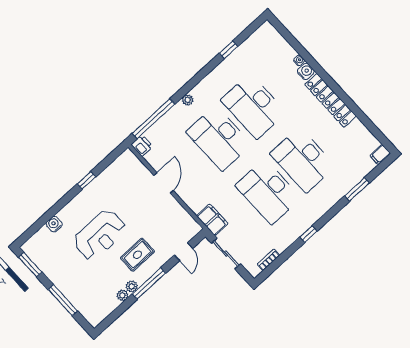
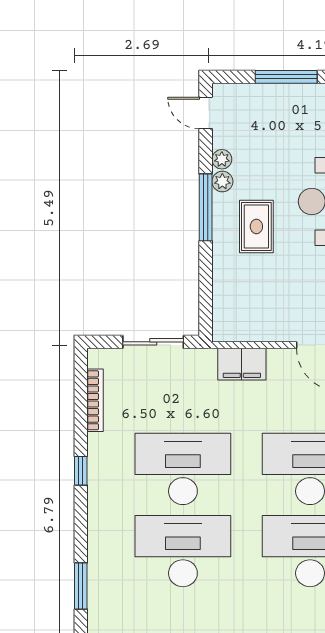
filing cabinet: (212, 220) -> (242, 364), moved
door: (184, 252) -> (206, 113), moved
bookcase: (268, 260) -> (95, 400), width x1.56

